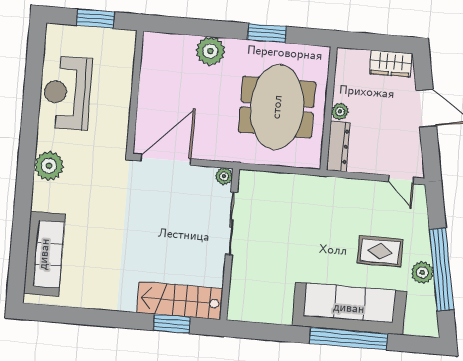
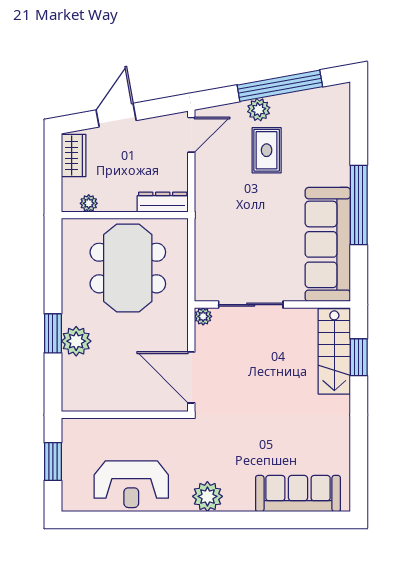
window: (267, 33) -> (53, 333), moved
meeting table: (277, 107) -> (128, 268), turned 90
plant: (340, 111) -> (89, 203), moved
door: (401, 179) -> (191, 135), width x1.38
plant: (422, 272) -> (259, 110), moved
sofa: (349, 308) -> (328, 244), moved
window: (348, 339) -> (359, 205), moved

